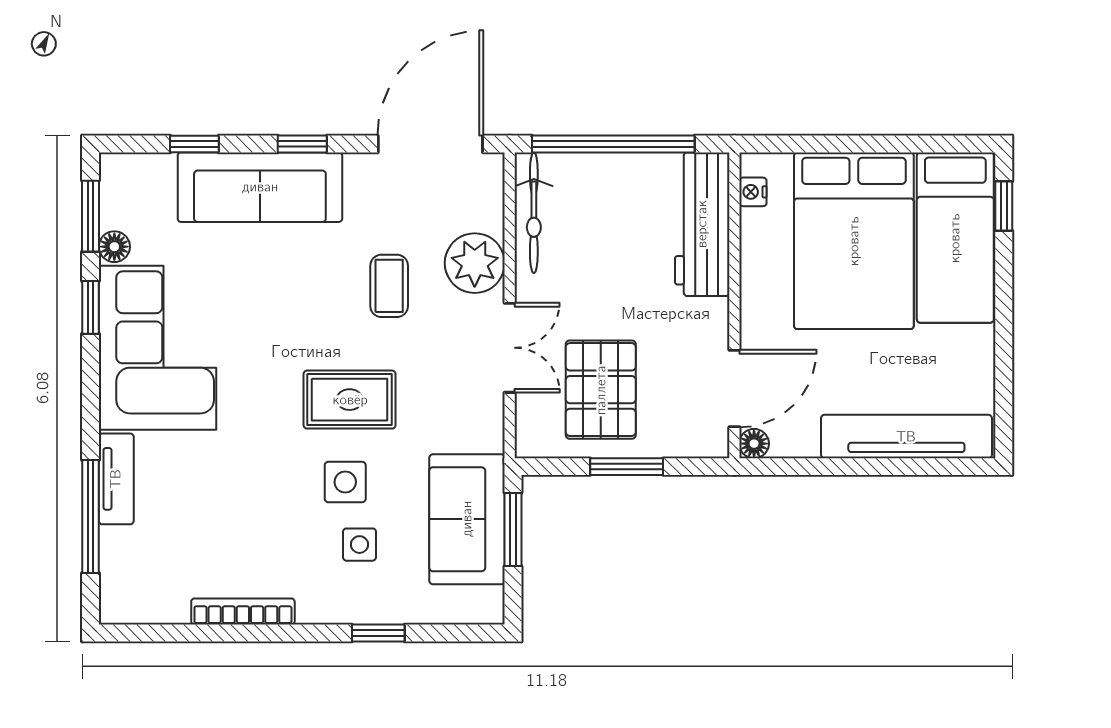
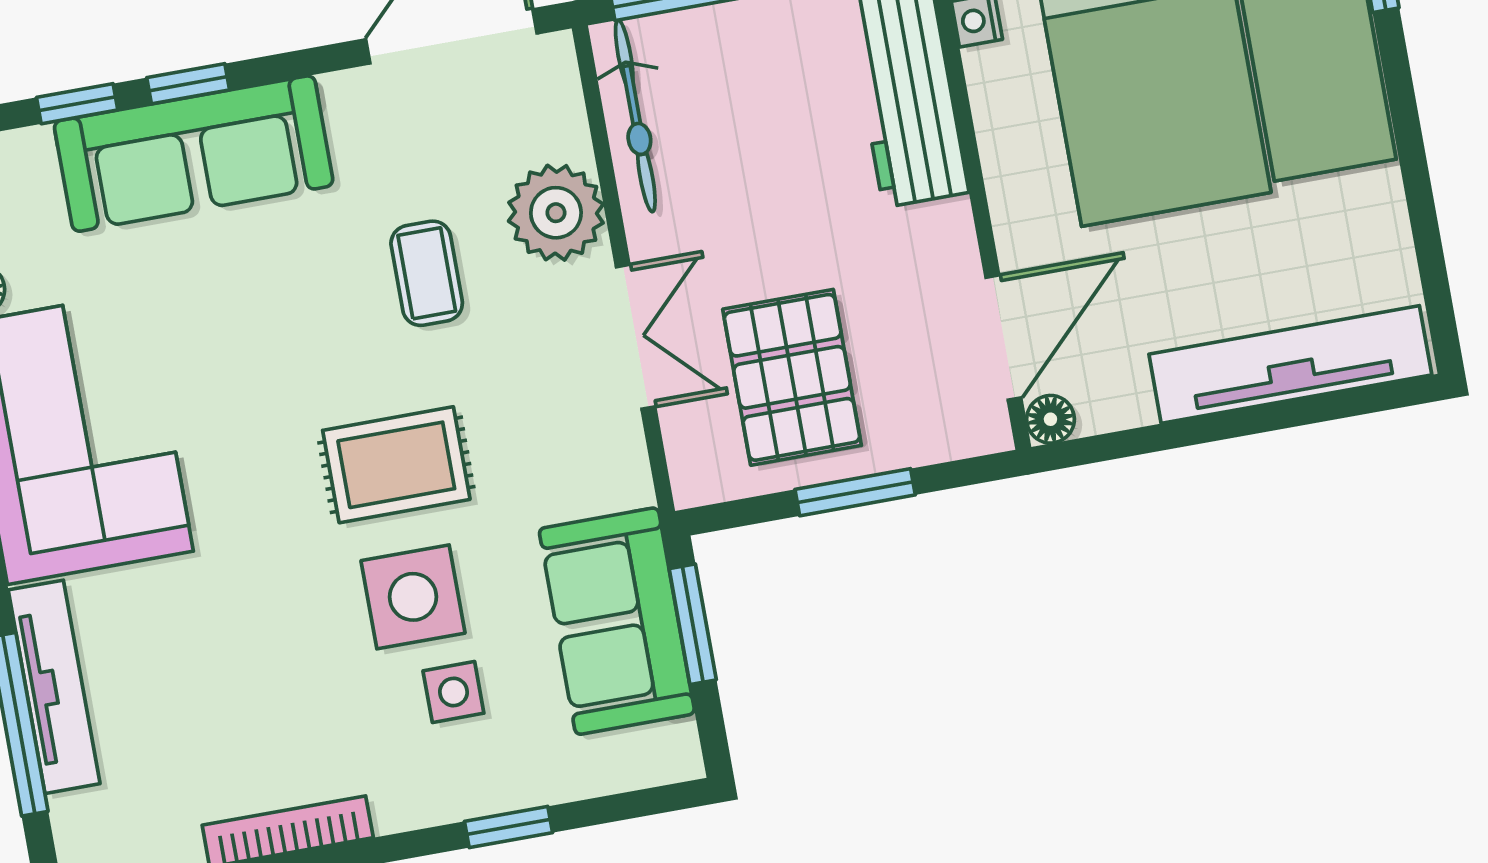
window: (302, 144) -> (188, 84), moved
tv unit: (116, 479) -> (54, 687), width x1.41
side table: (345, 482) -> (413, 597), width x1.37, depth x1.37

